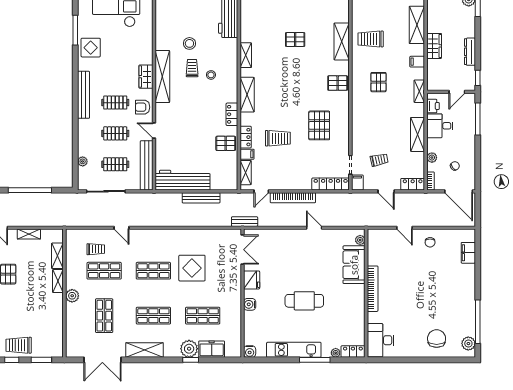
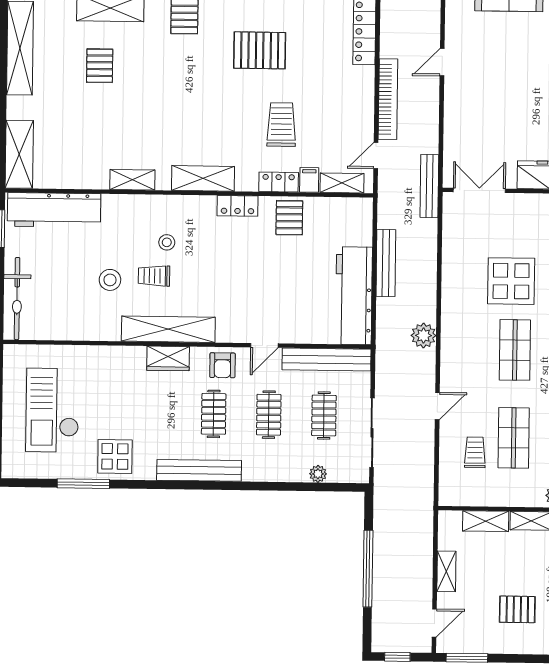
pallet: (295, 40) -> (100, 66), moved
door: (261, 191) -> (376, 155), swing flipped
plant: (161, 219) -> (424, 336), added
bench: (245, 222) -> (429, 186), width x1.36

